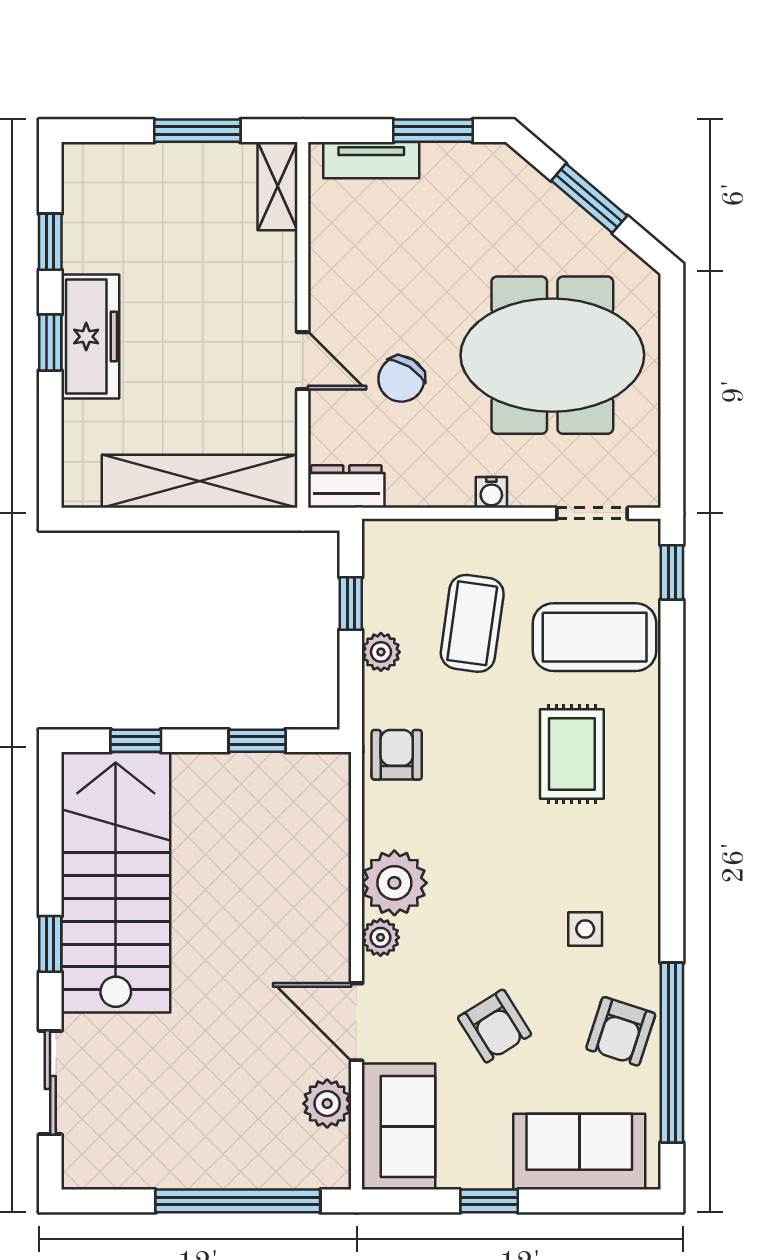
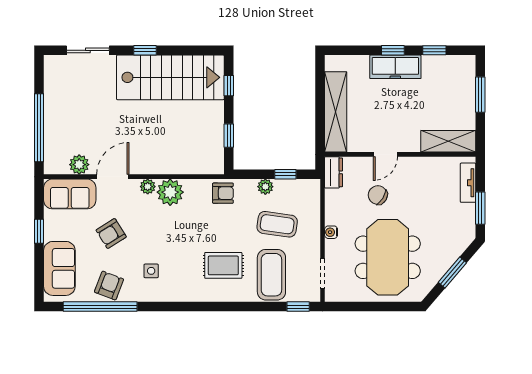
window: (197, 131) -> (480, 95), moved
shelving: (277, 186) -> (448, 141), width x1.50, depth x1.33
armchair: (621, 1031) -> (109, 286), turned 93

